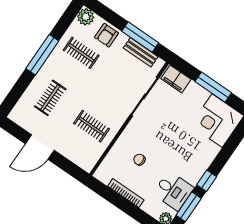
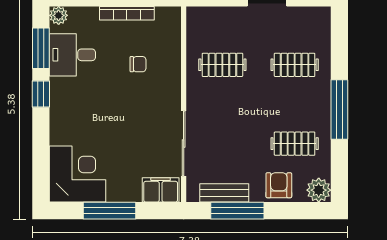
clothes rail: (50, 98) -> (295, 65), turned 90

